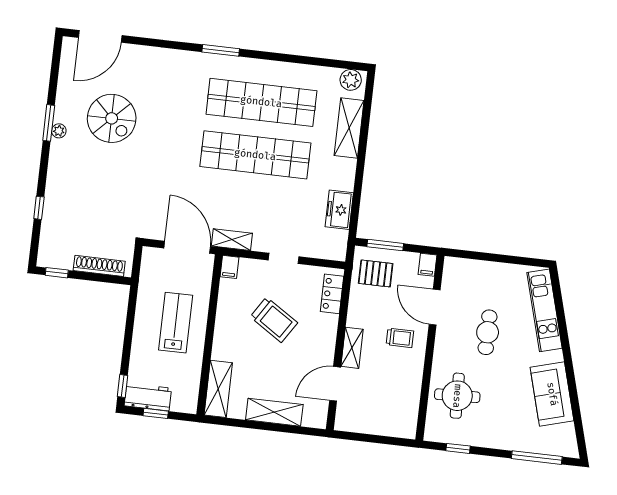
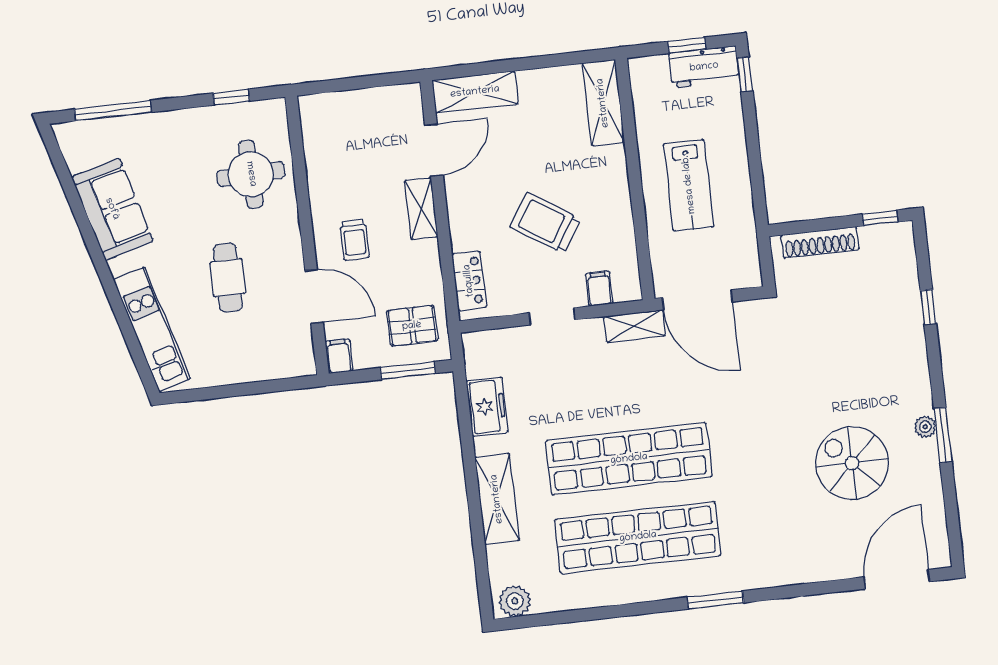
shelving: (349, 128) -> (497, 499), moved
filing cabinet: (229, 267) -> (599, 289), moved
trolley: (400, 338) -> (354, 240), turned -90
shelving: (274, 412) -> (475, 92), moved

